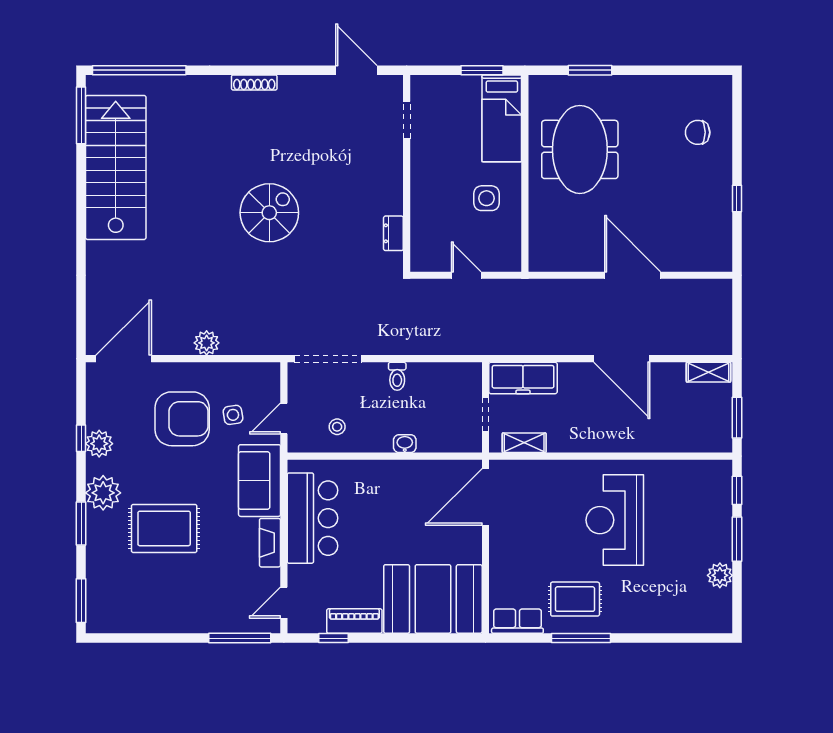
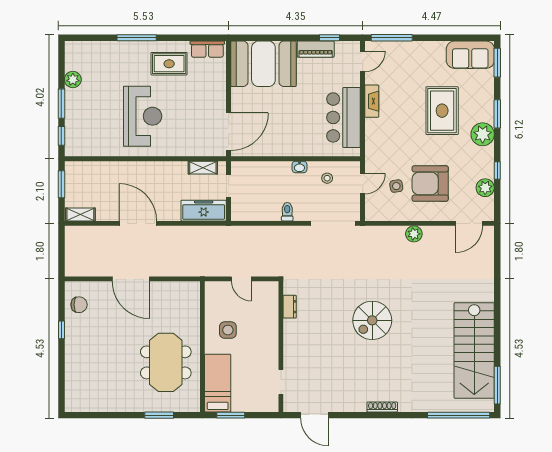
chair: (698, 132) -> (79, 305), moved
door: (124, 359) -> (469, 223), width x0.73
plant: (99, 444) -> (485, 188), moved
washbasin: (405, 444) -> (299, 167), moved
sofa: (260, 481) -> (470, 55), moved, turned 90
rug: (164, 528) -> (442, 111), turned 90
window: (581, 638) -> (137, 38), moved

